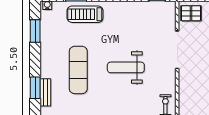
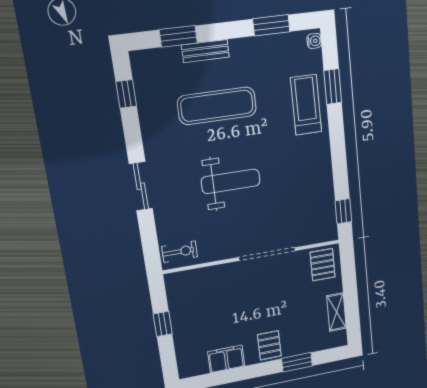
weight bench: (126, 67) -> (231, 181), turned 90
bench: (45, 92) -> (205, 51), moved

